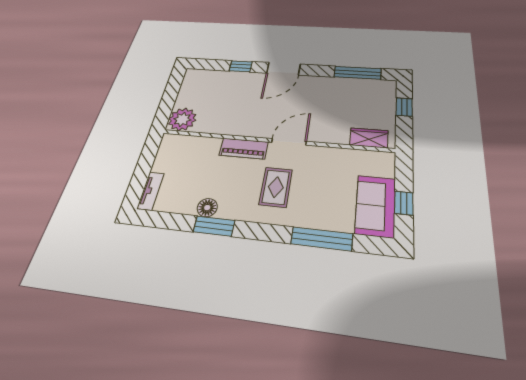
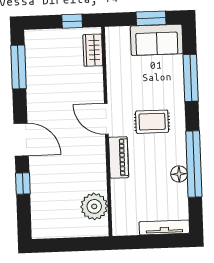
window: (404, 107) -> (72, 21), moved
plant: (182, 119) -> (94, 206), moved
tv unit: (151, 191) -> (164, 227), width x1.41
window: (404, 203) -> (151, 18), width x1.50
window: (214, 226) -> (194, 164), width x2.11

